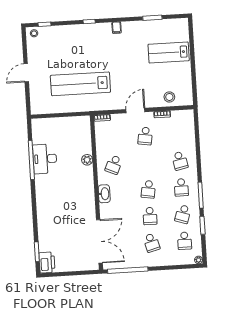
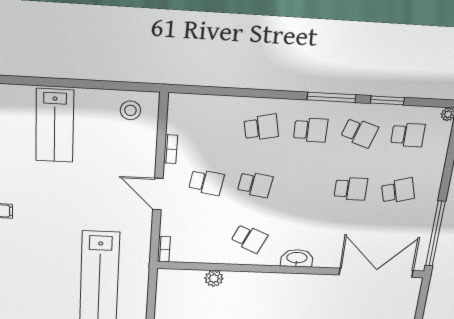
stool: (169, 97) -> (130, 110), moved
plant: (87, 160) -> (214, 278), moved
school desk: (148, 189) -> (255, 184), moved

